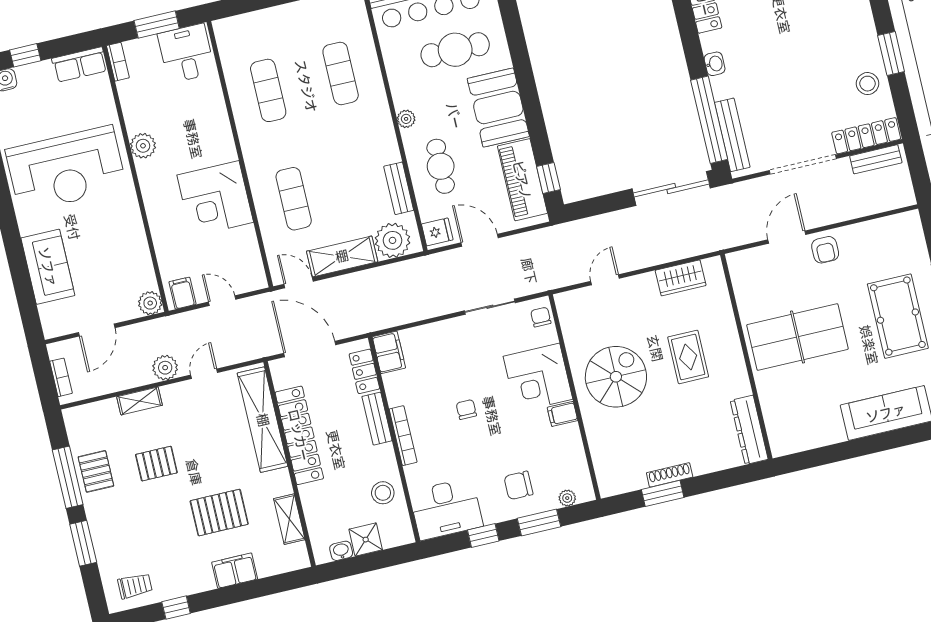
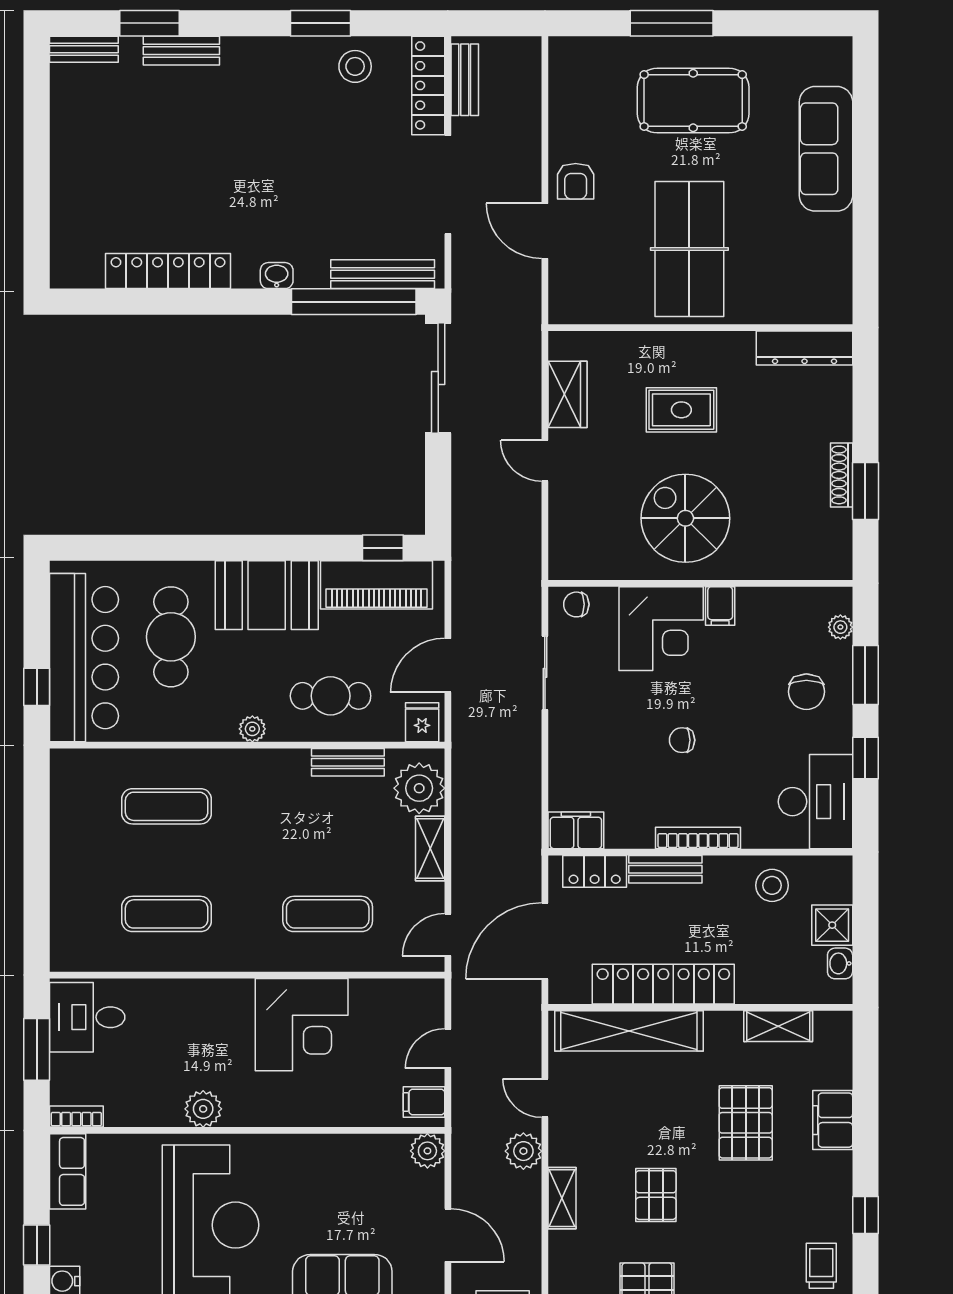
armchair: (825, 250) -> (576, 181), turned 90
shelving: (342, 256) -> (430, 848), width x0.67, depth x0.75
door: (605, 280) -> (545, 461), moved

